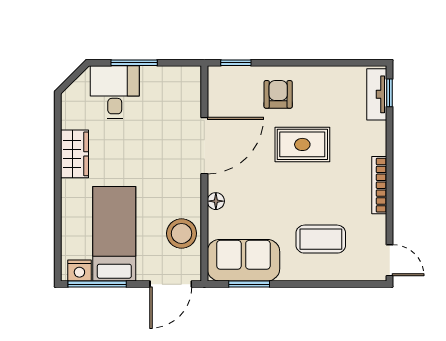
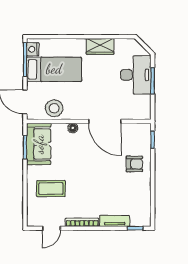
desk: (115, 92) -> (136, 75), width x1.37
tv unit: (377, 94) -> (115, 221), moved
rug: (302, 144) -> (105, 178), removed
coffee table: (321, 239) -> (51, 189), turned 90
door: (390, 260) -> (51, 228), moved

